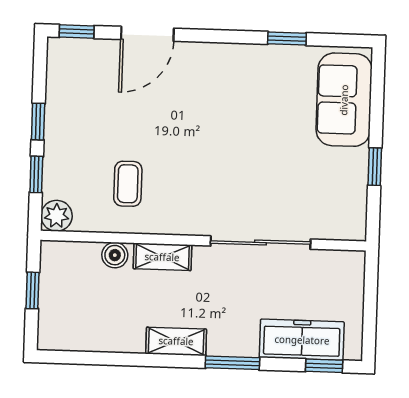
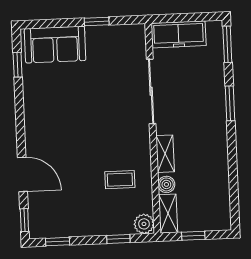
window: (287, 38) -> (18, 65), moved
window: (38, 122) -> (58, 242), moved
freezer: (302, 340) -> (179, 34), moved, turned -90
shelving: (176, 341) -> (168, 214), moved
window: (324, 366) -> (227, 44), width x1.50

